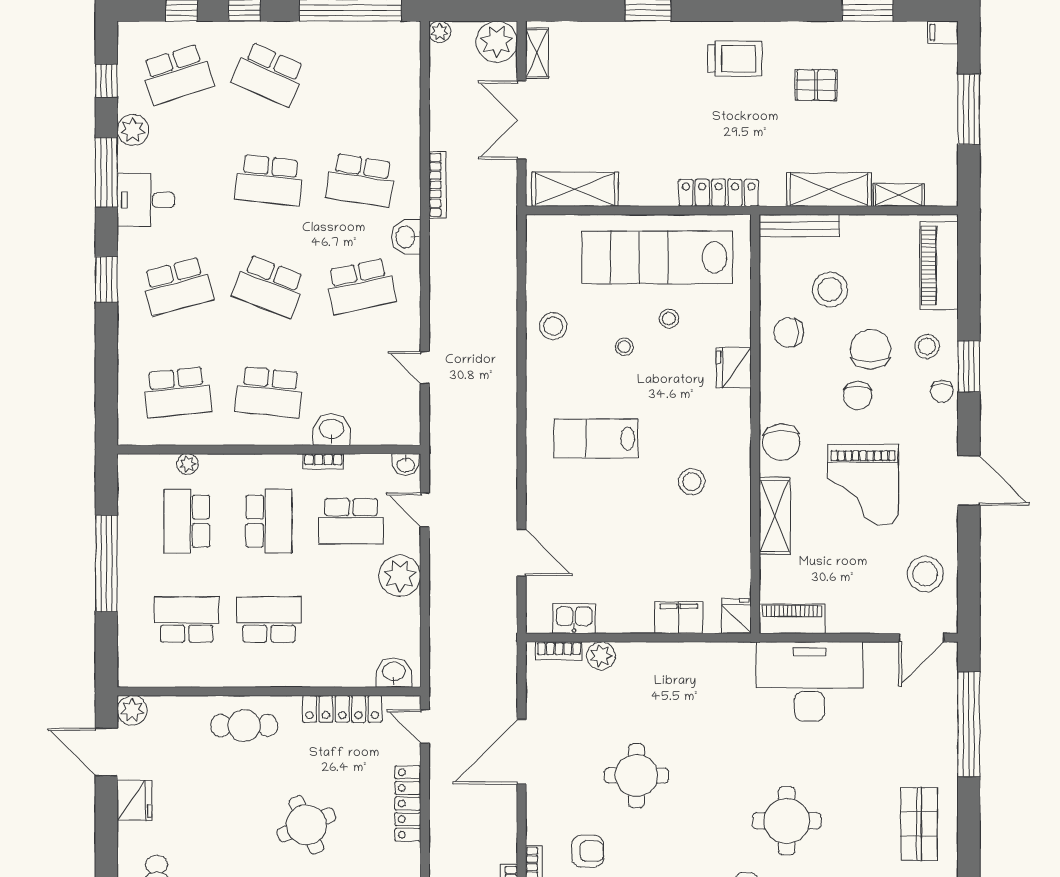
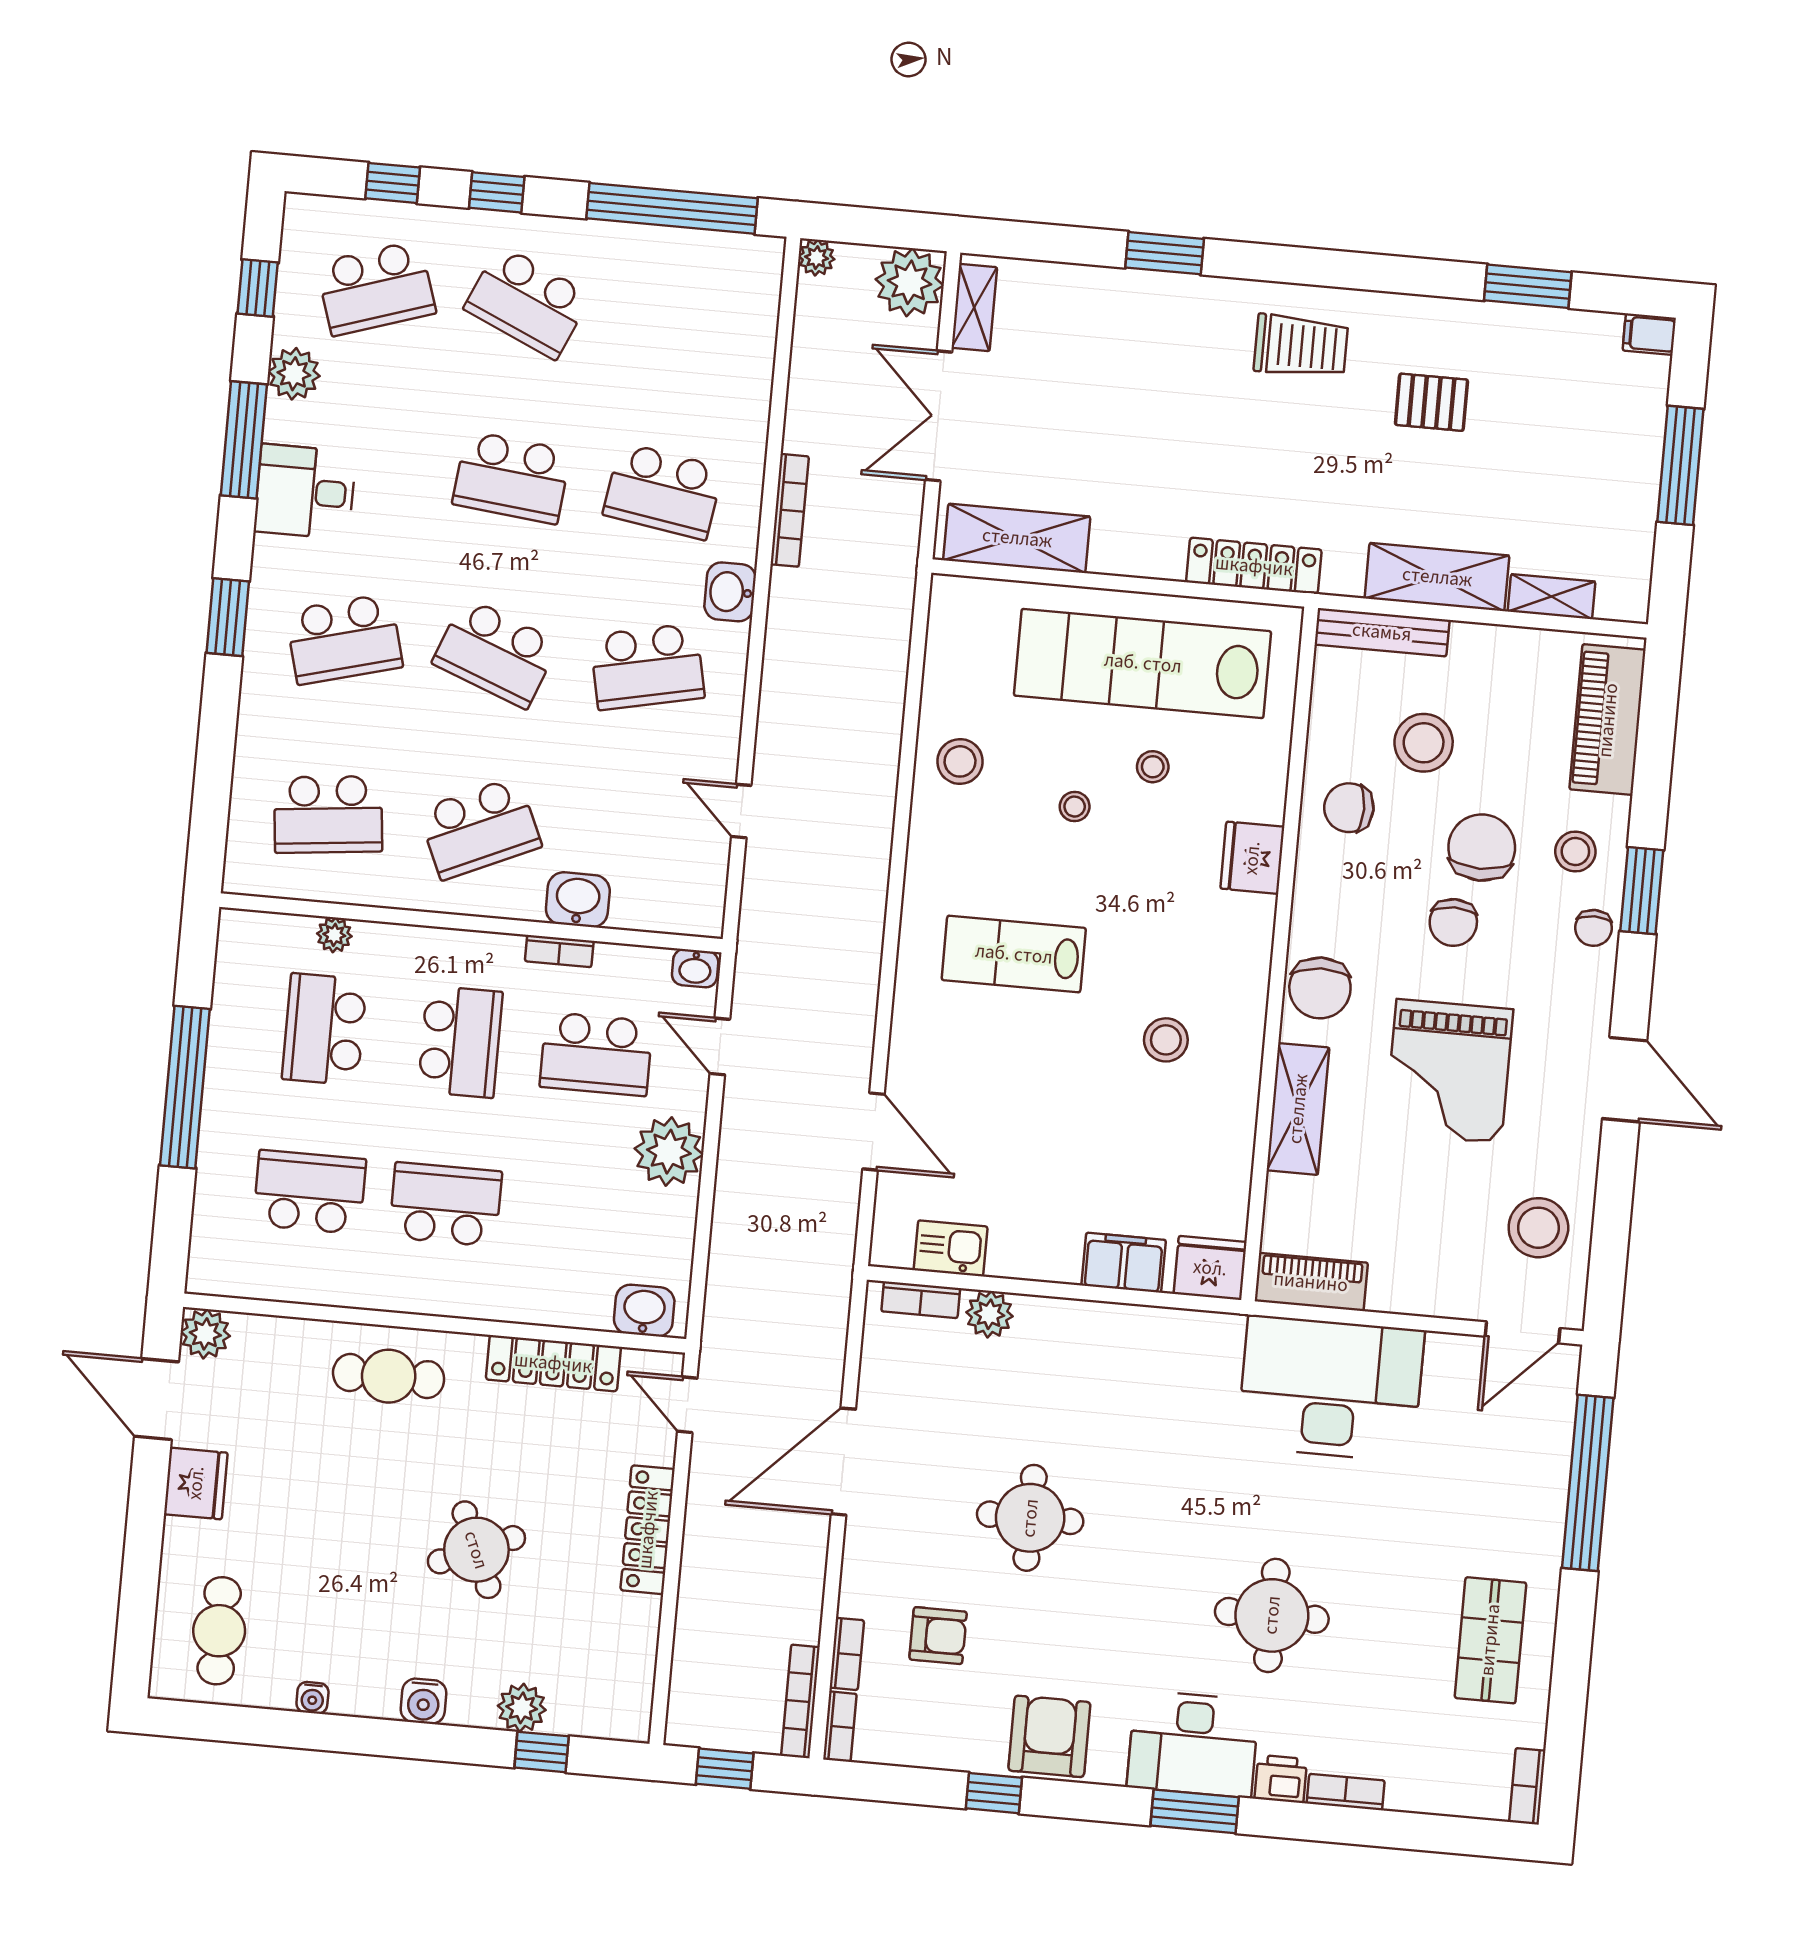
school desk: (269, 392) -> (480, 828), turned -30
fridge: (736, 616) -> (1210, 1268), width x1.38

